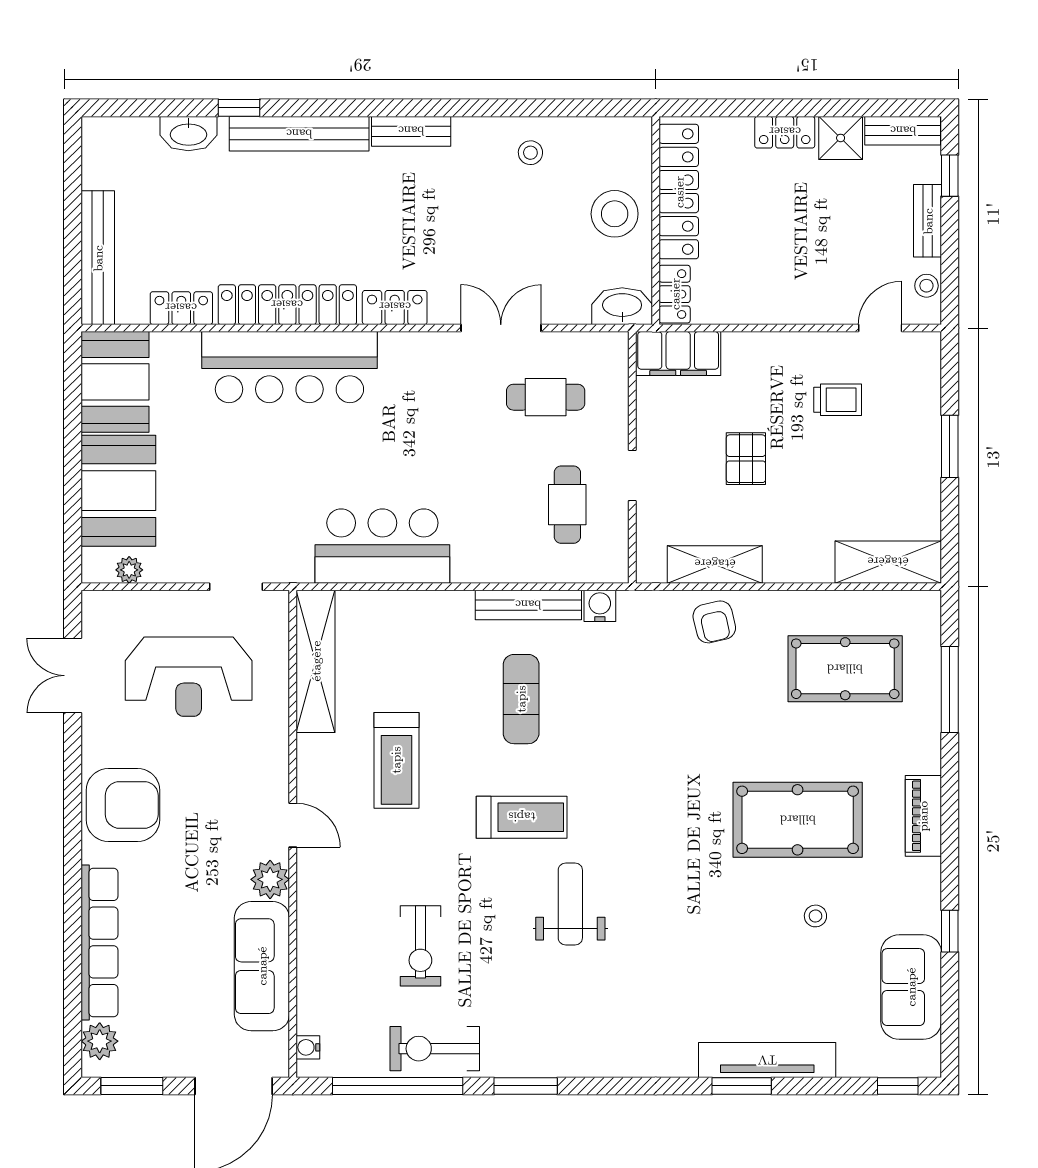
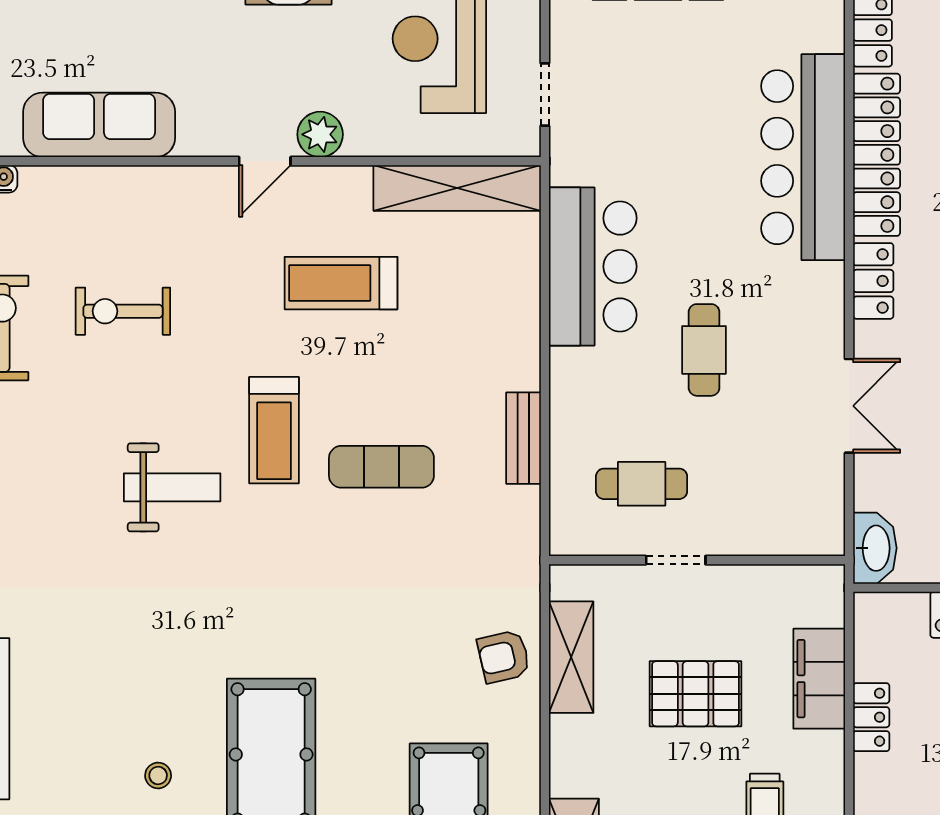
locker: (675, 294) -> (871, 717), moved, turned -90
filing cabinet: (678, 353) -> (819, 679), moved
cafe table: (546, 397) -> (704, 350), moved
pallet: (746, 459) -> (696, 694), width x1.50, depth x1.42
bench: (528, 605) -> (524, 438), width x0.73
water cooler: (600, 606) -> (523, 522), removed
exercise mat: (521, 699) -> (381, 467), moved
plant: (270, 879) -> (320, 134), moved

